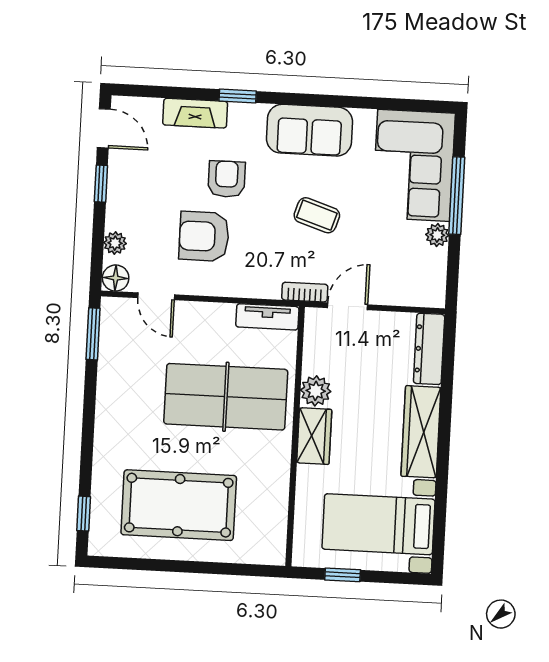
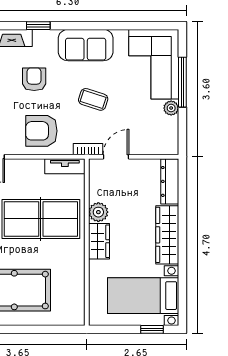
armchair: (204, 236) -> (41, 131), moved
window: (343, 575) -> (152, 329), moved

